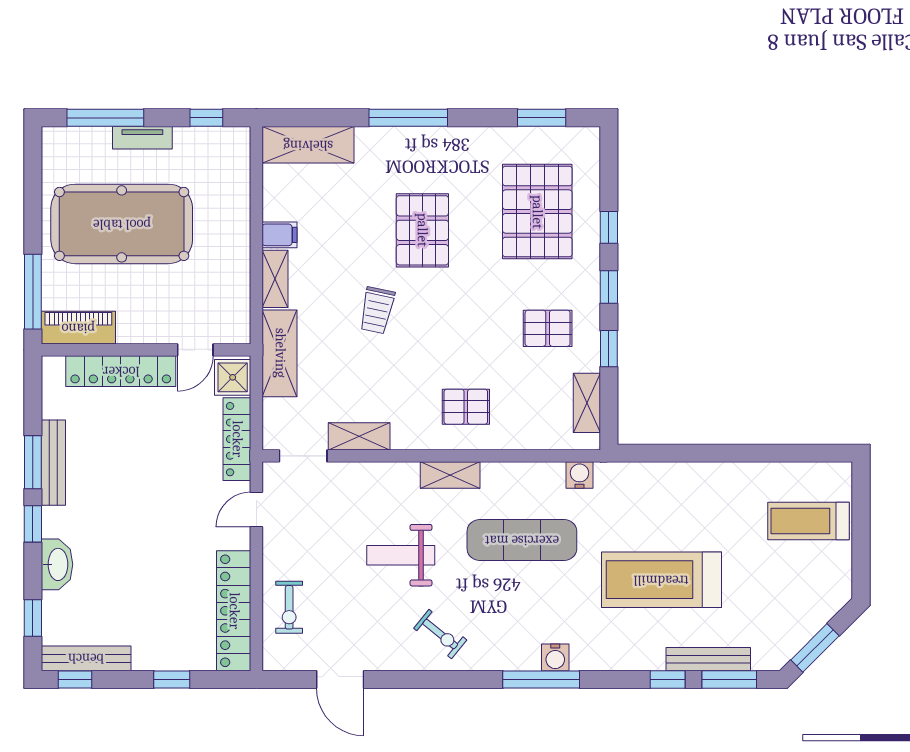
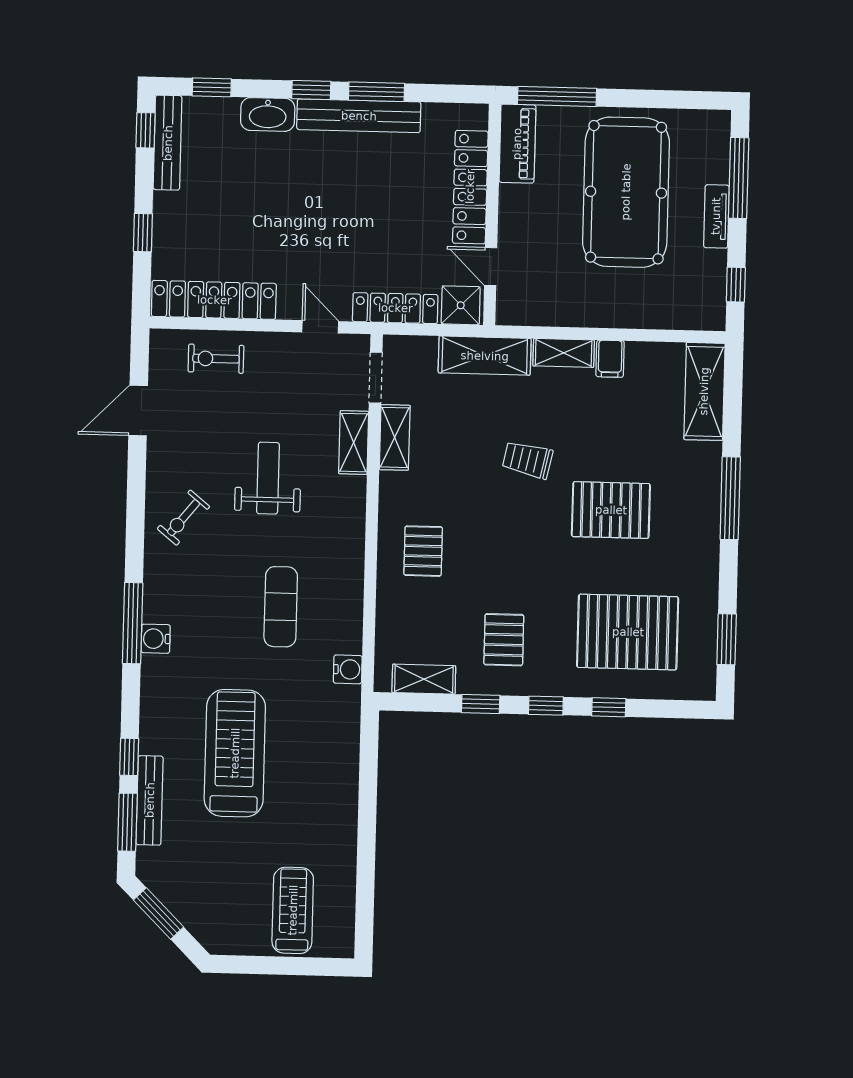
bench: (53, 463) -> (359, 116), width x1.37, depth x1.21
shelving: (450, 475) -> (354, 443), moved
exercise mat: (522, 540) -> (281, 607), width x0.73, depth x0.69

